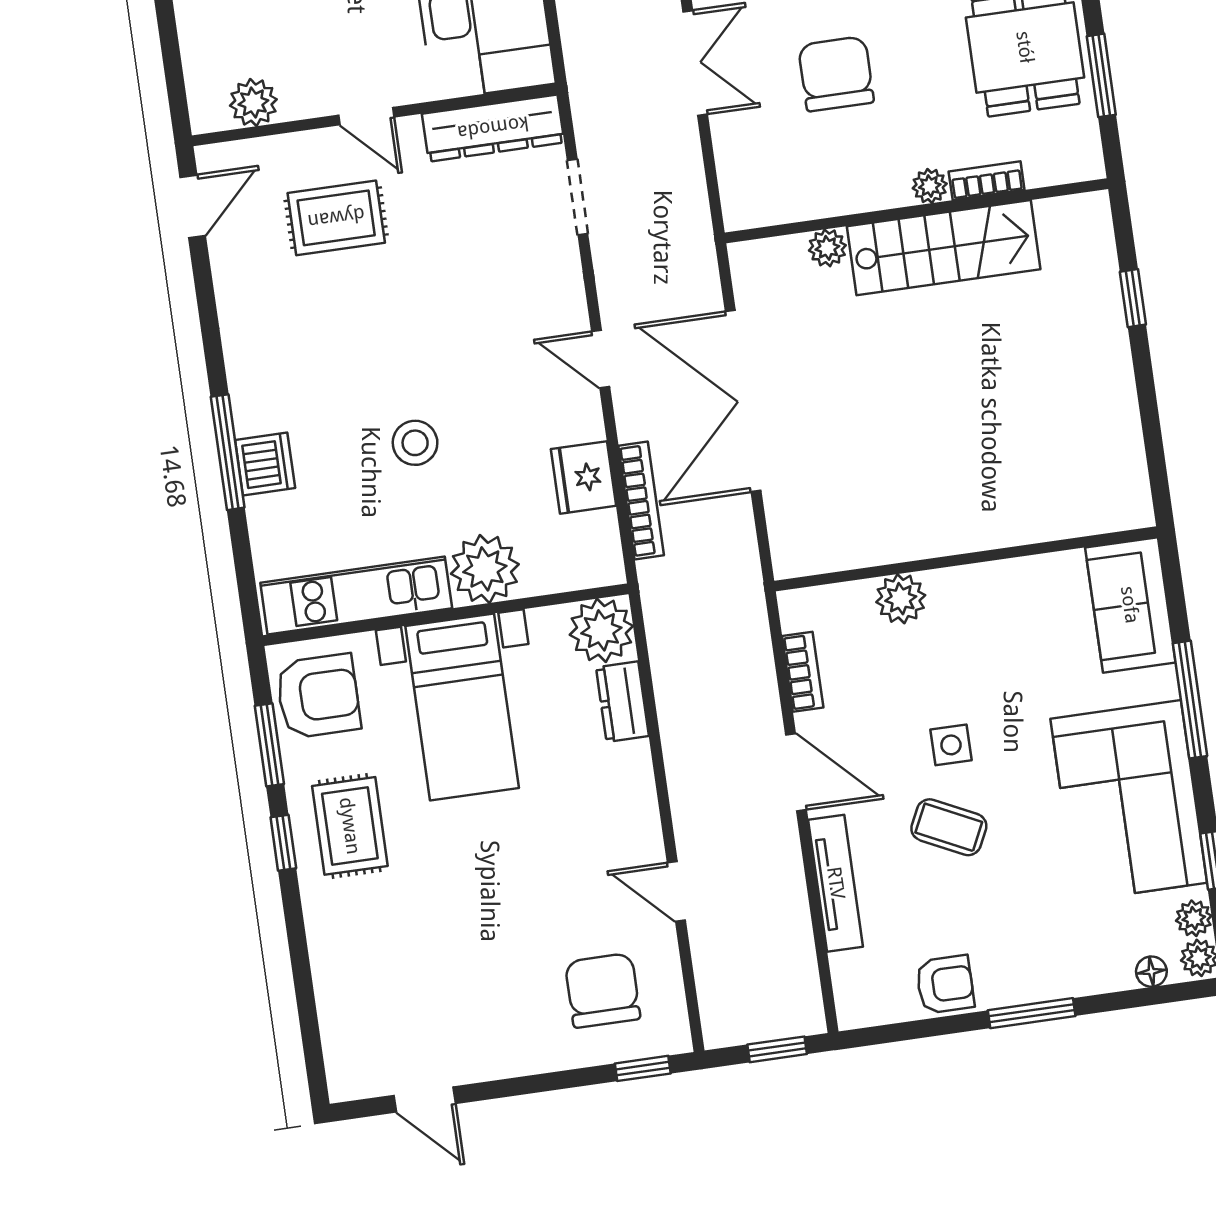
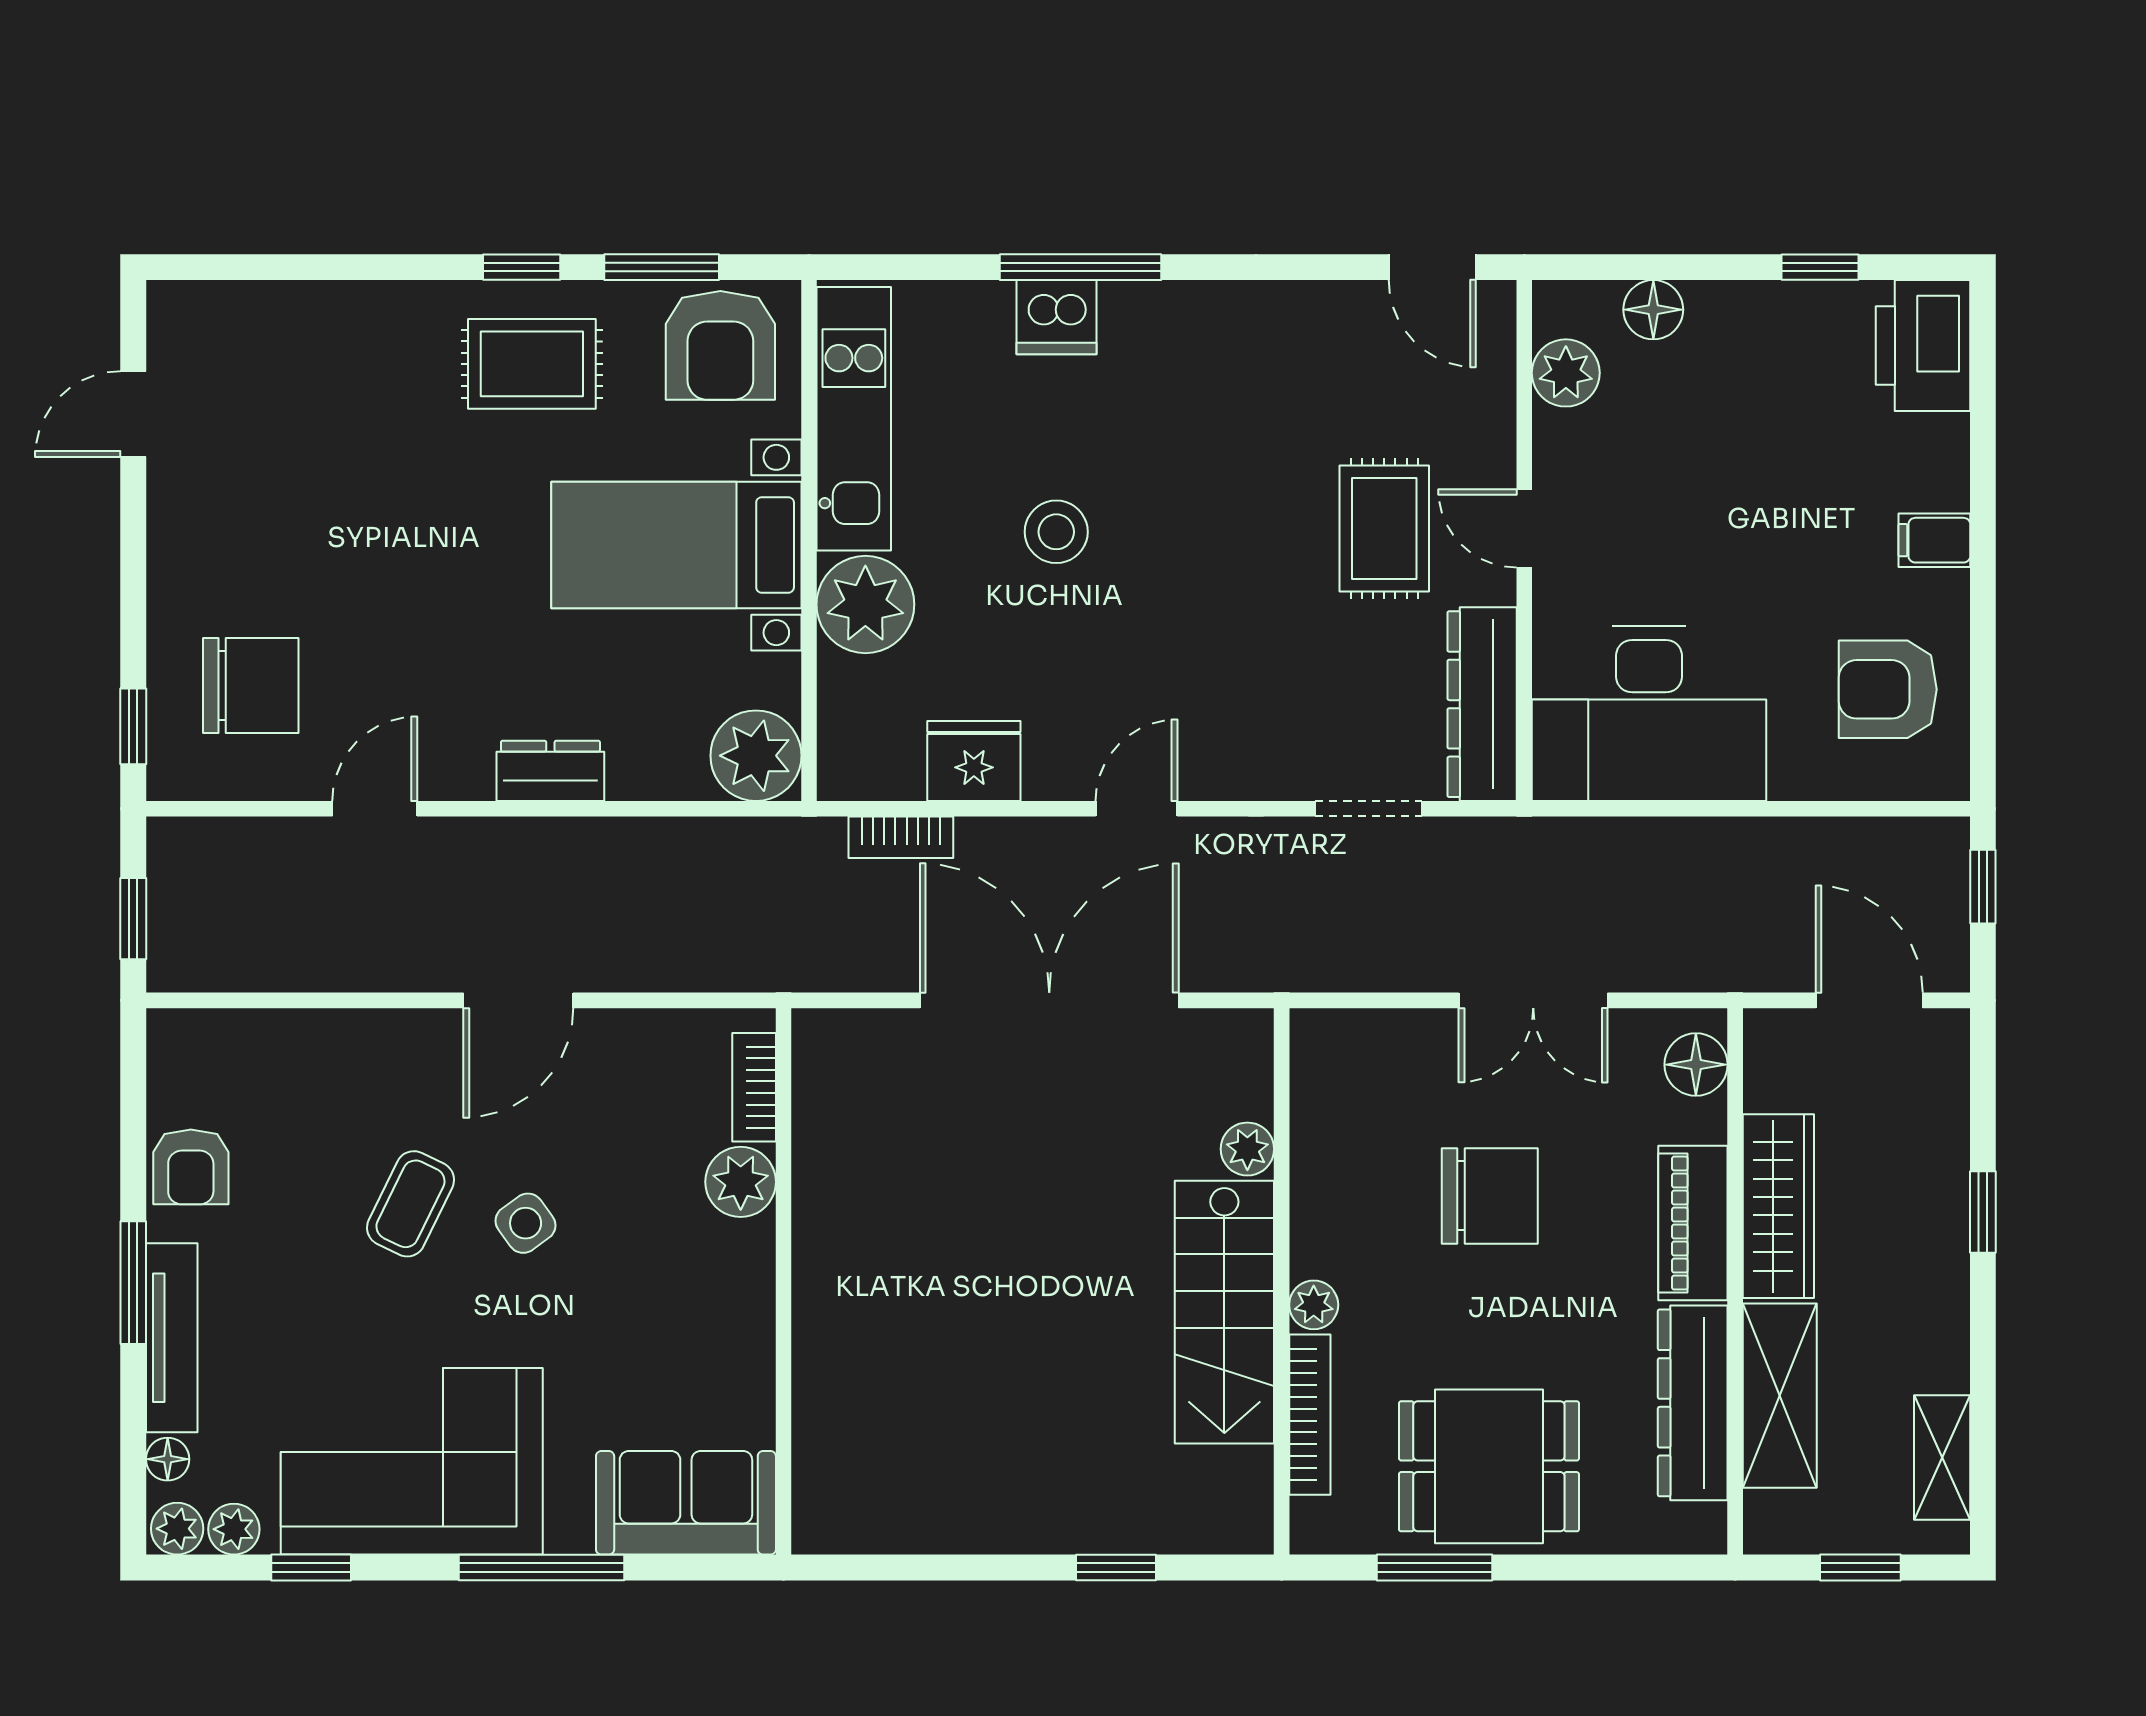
floor lamp: (200, 48) -> (1653, 310), added
door: (366, 116) -> (1524, 528), hinge flipped
bookcase: (987, 181) -> (1310, 1415), width x1.56
rug: (336, 218) -> (1384, 529), moved
bookcase: (641, 500) -> (901, 837), width x0.64
bookcase: (803, 672) -> (754, 1087), moved, turned 90
dresser: (622, 702) -> (550, 771), moved
side table: (951, 745) -> (526, 1223), turned -36
tv unit: (836, 883) -> (172, 1338), moved, turned -90

